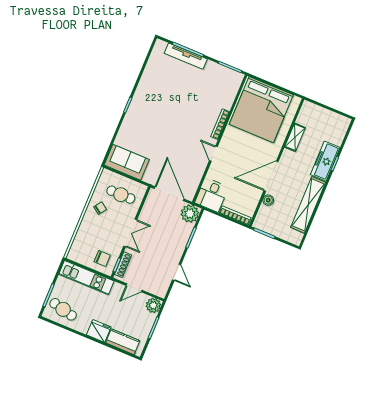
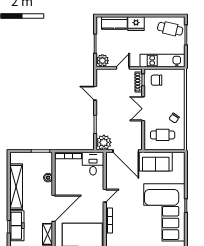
corner sofa: (155, 108) -> (164, 212), added
door: (213, 154) -> (105, 196), hinge flipped
sofa: (127, 162) -> (156, 162), moved
door: (271, 176) -> (54, 208), moved

